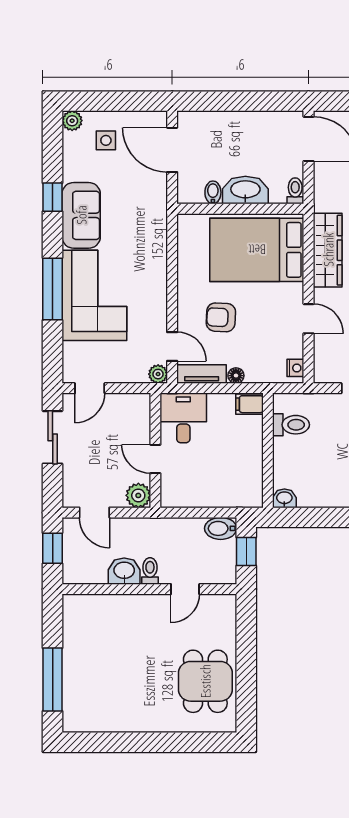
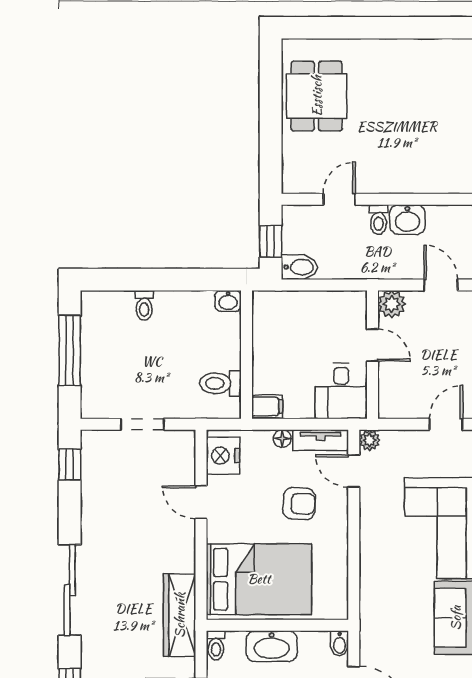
bidet: (213, 192) -> (340, 644), moved
wardrobe: (328, 250) -> (180, 615), moved
nightstand: (295, 368) -> (223, 456), width x1.89, depth x1.79

